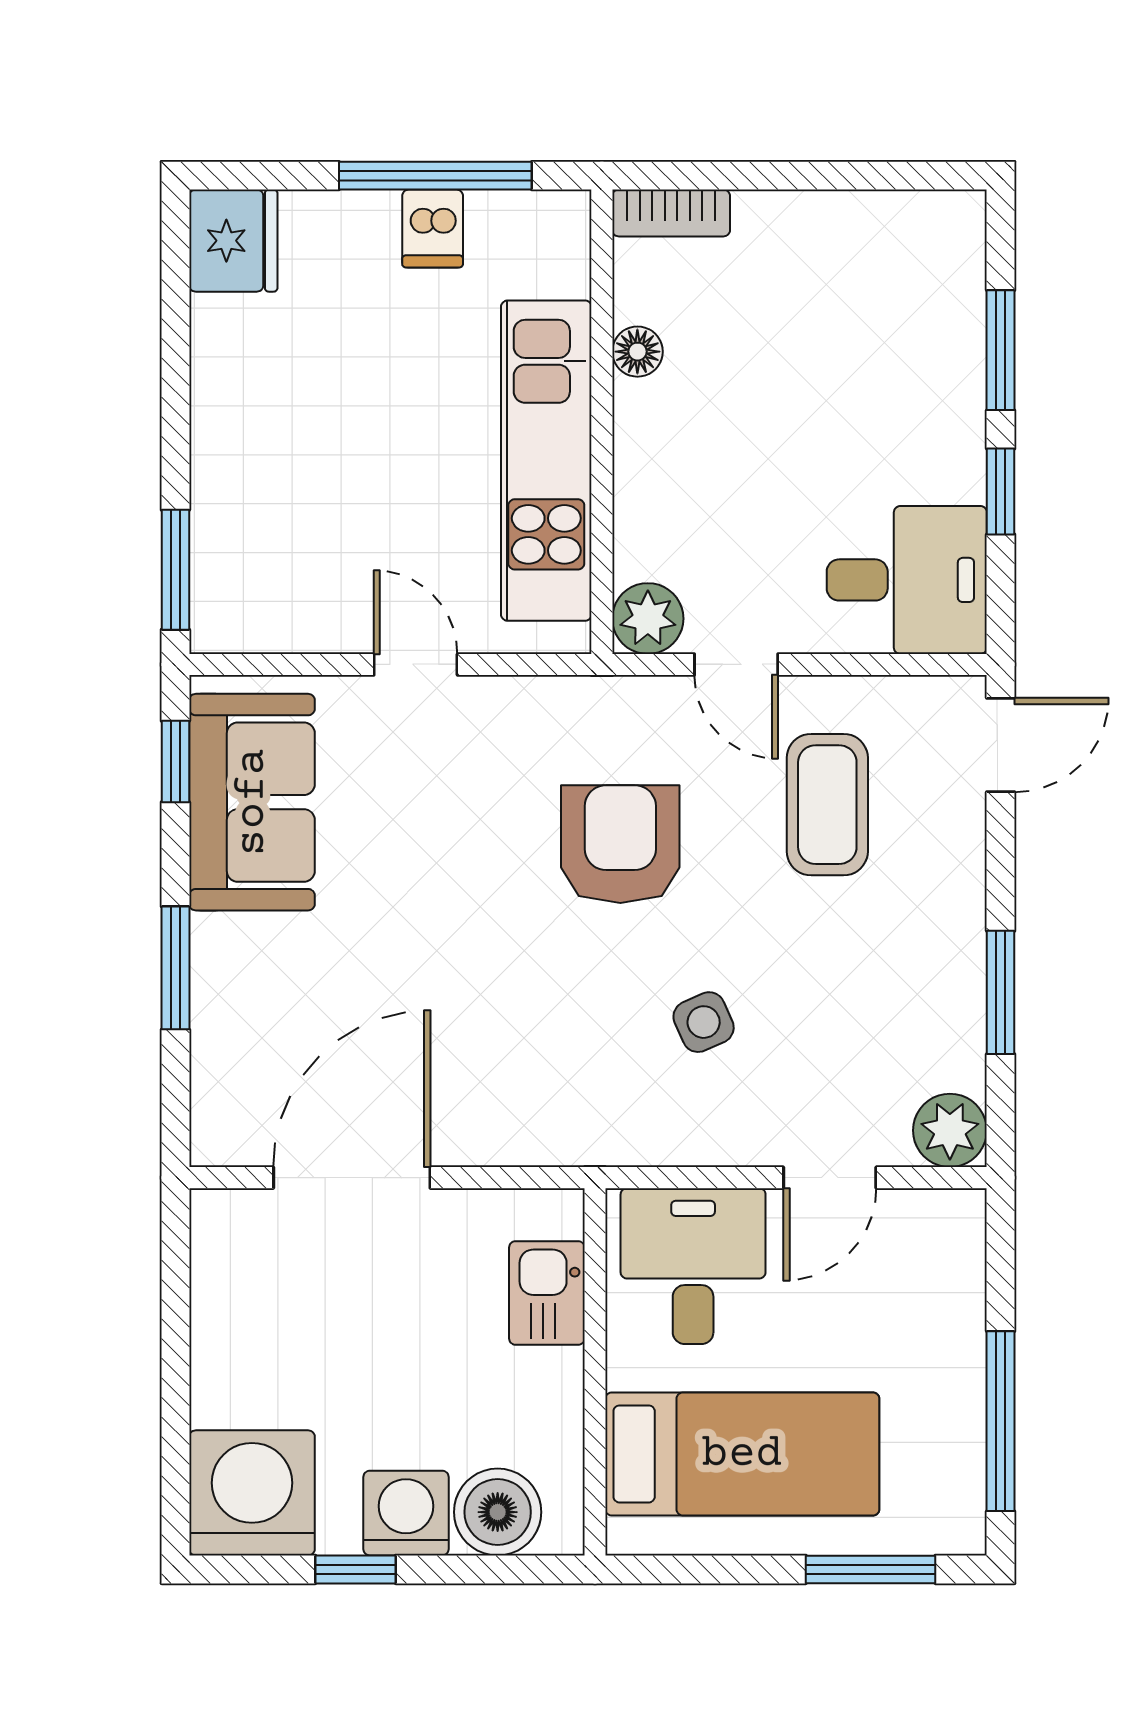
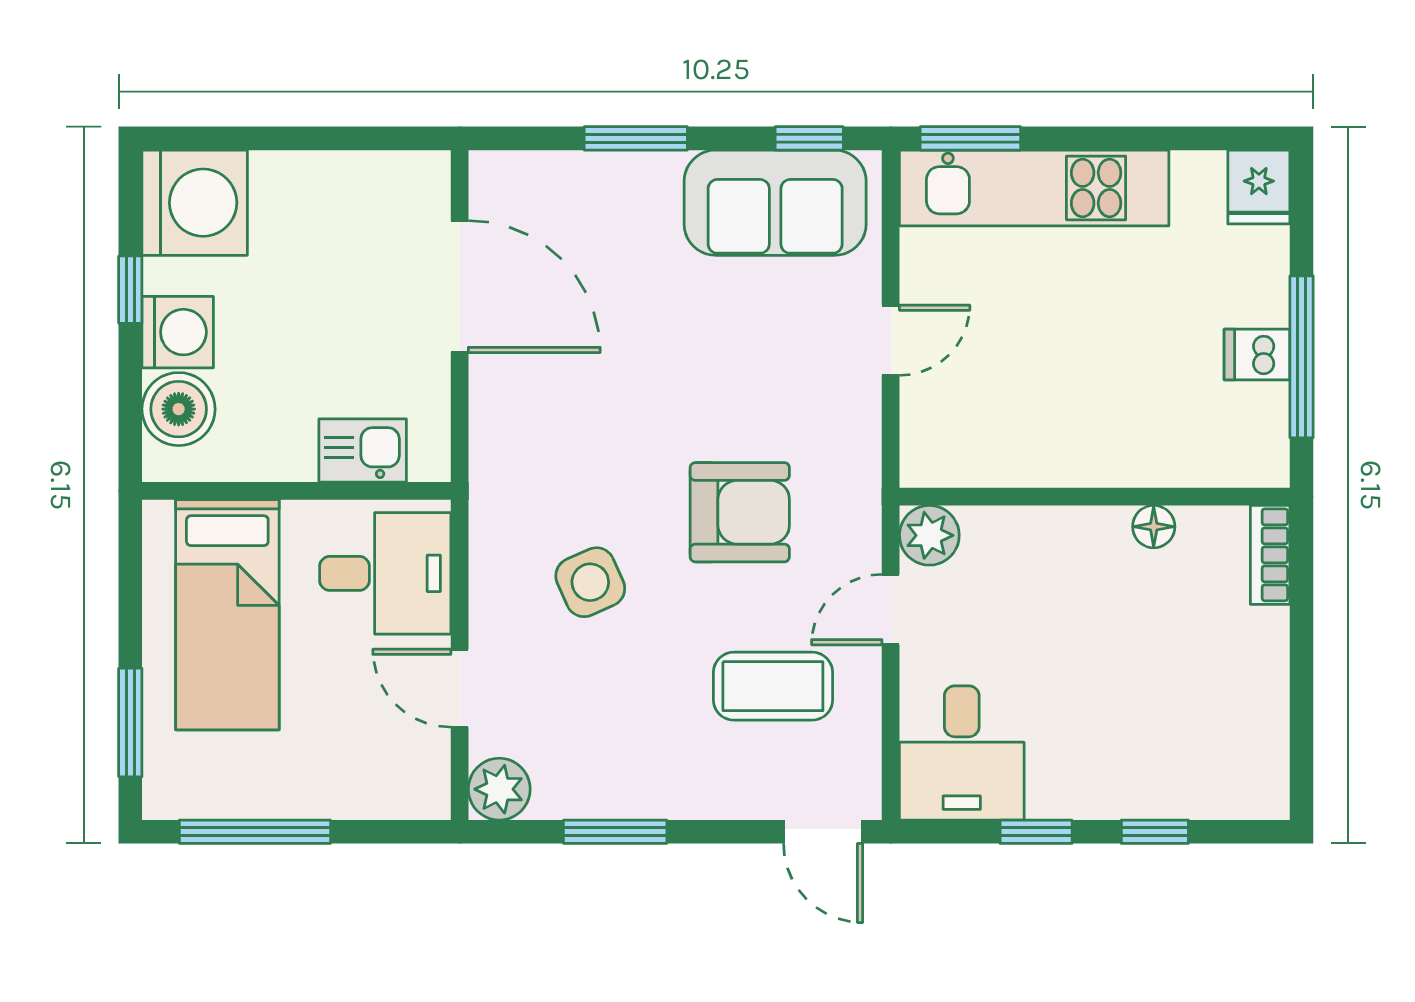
fridge: (233, 241) -> (1259, 187), width x0.72
window: (1001, 350) -> (1155, 832), width x0.67
kitchen unit: (546, 461) -> (1034, 188), moved, turned 180
side table: (704, 1022) -> (590, 582), width x1.37, depth x1.37

